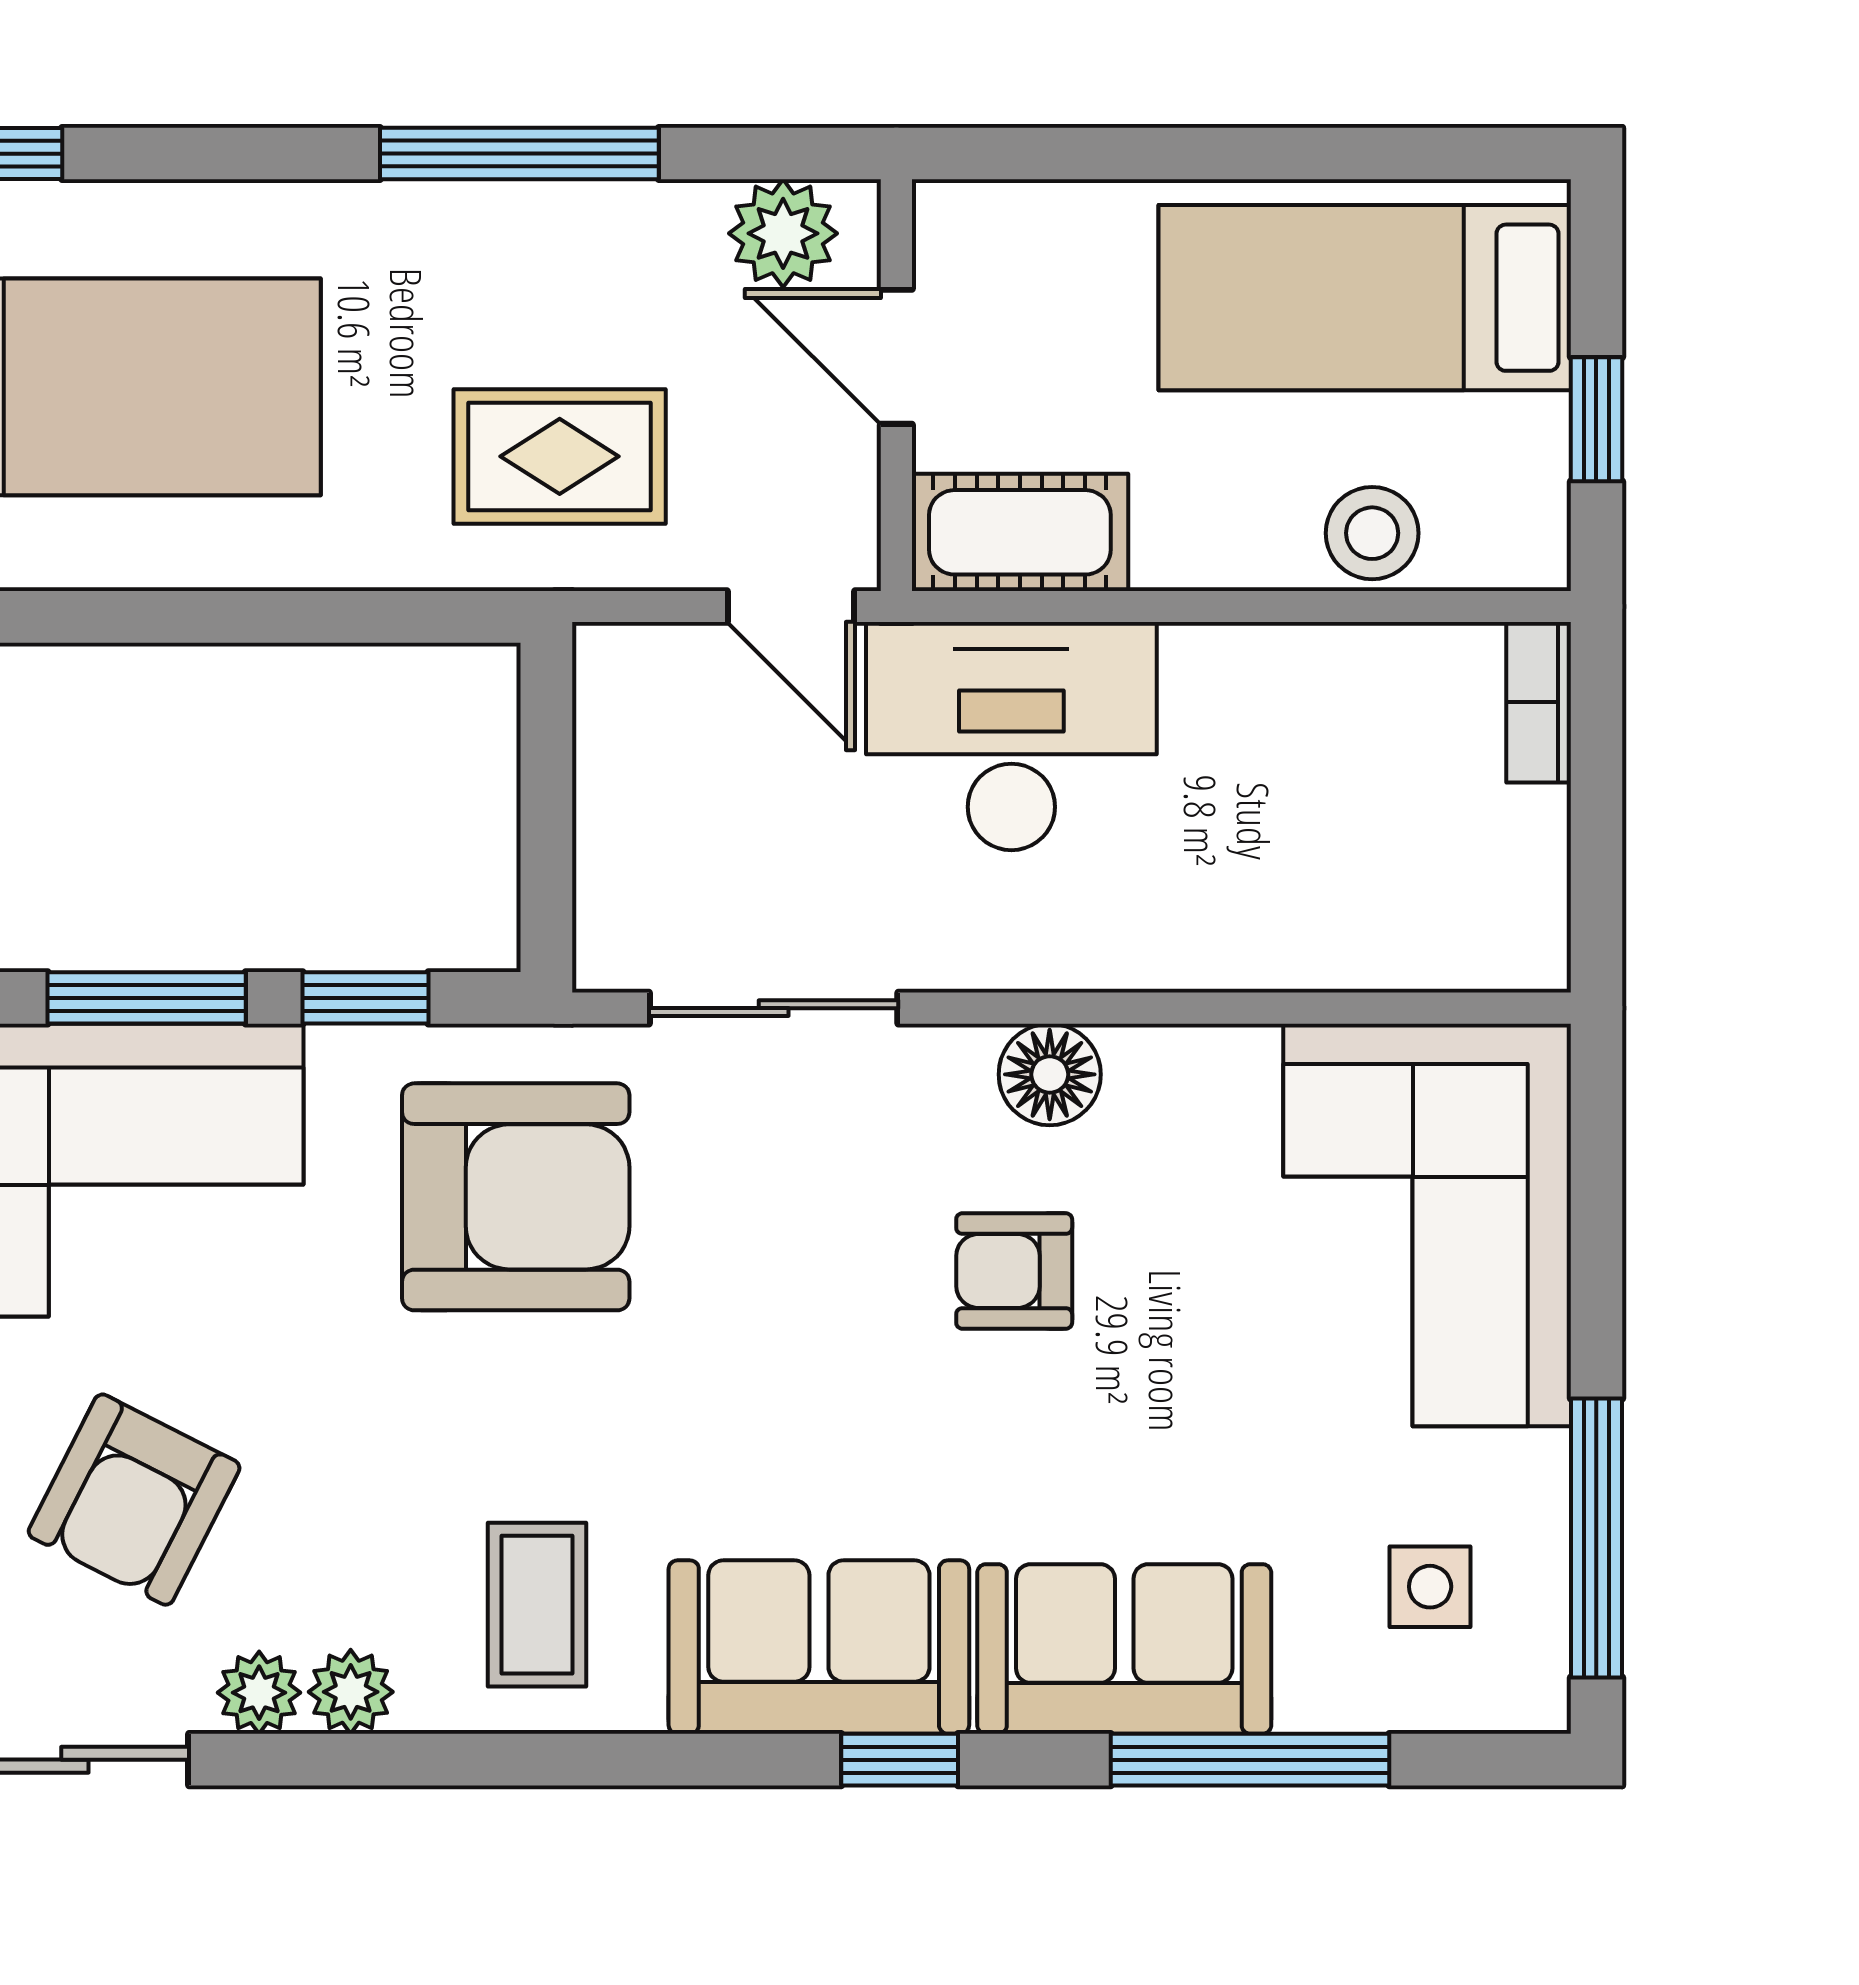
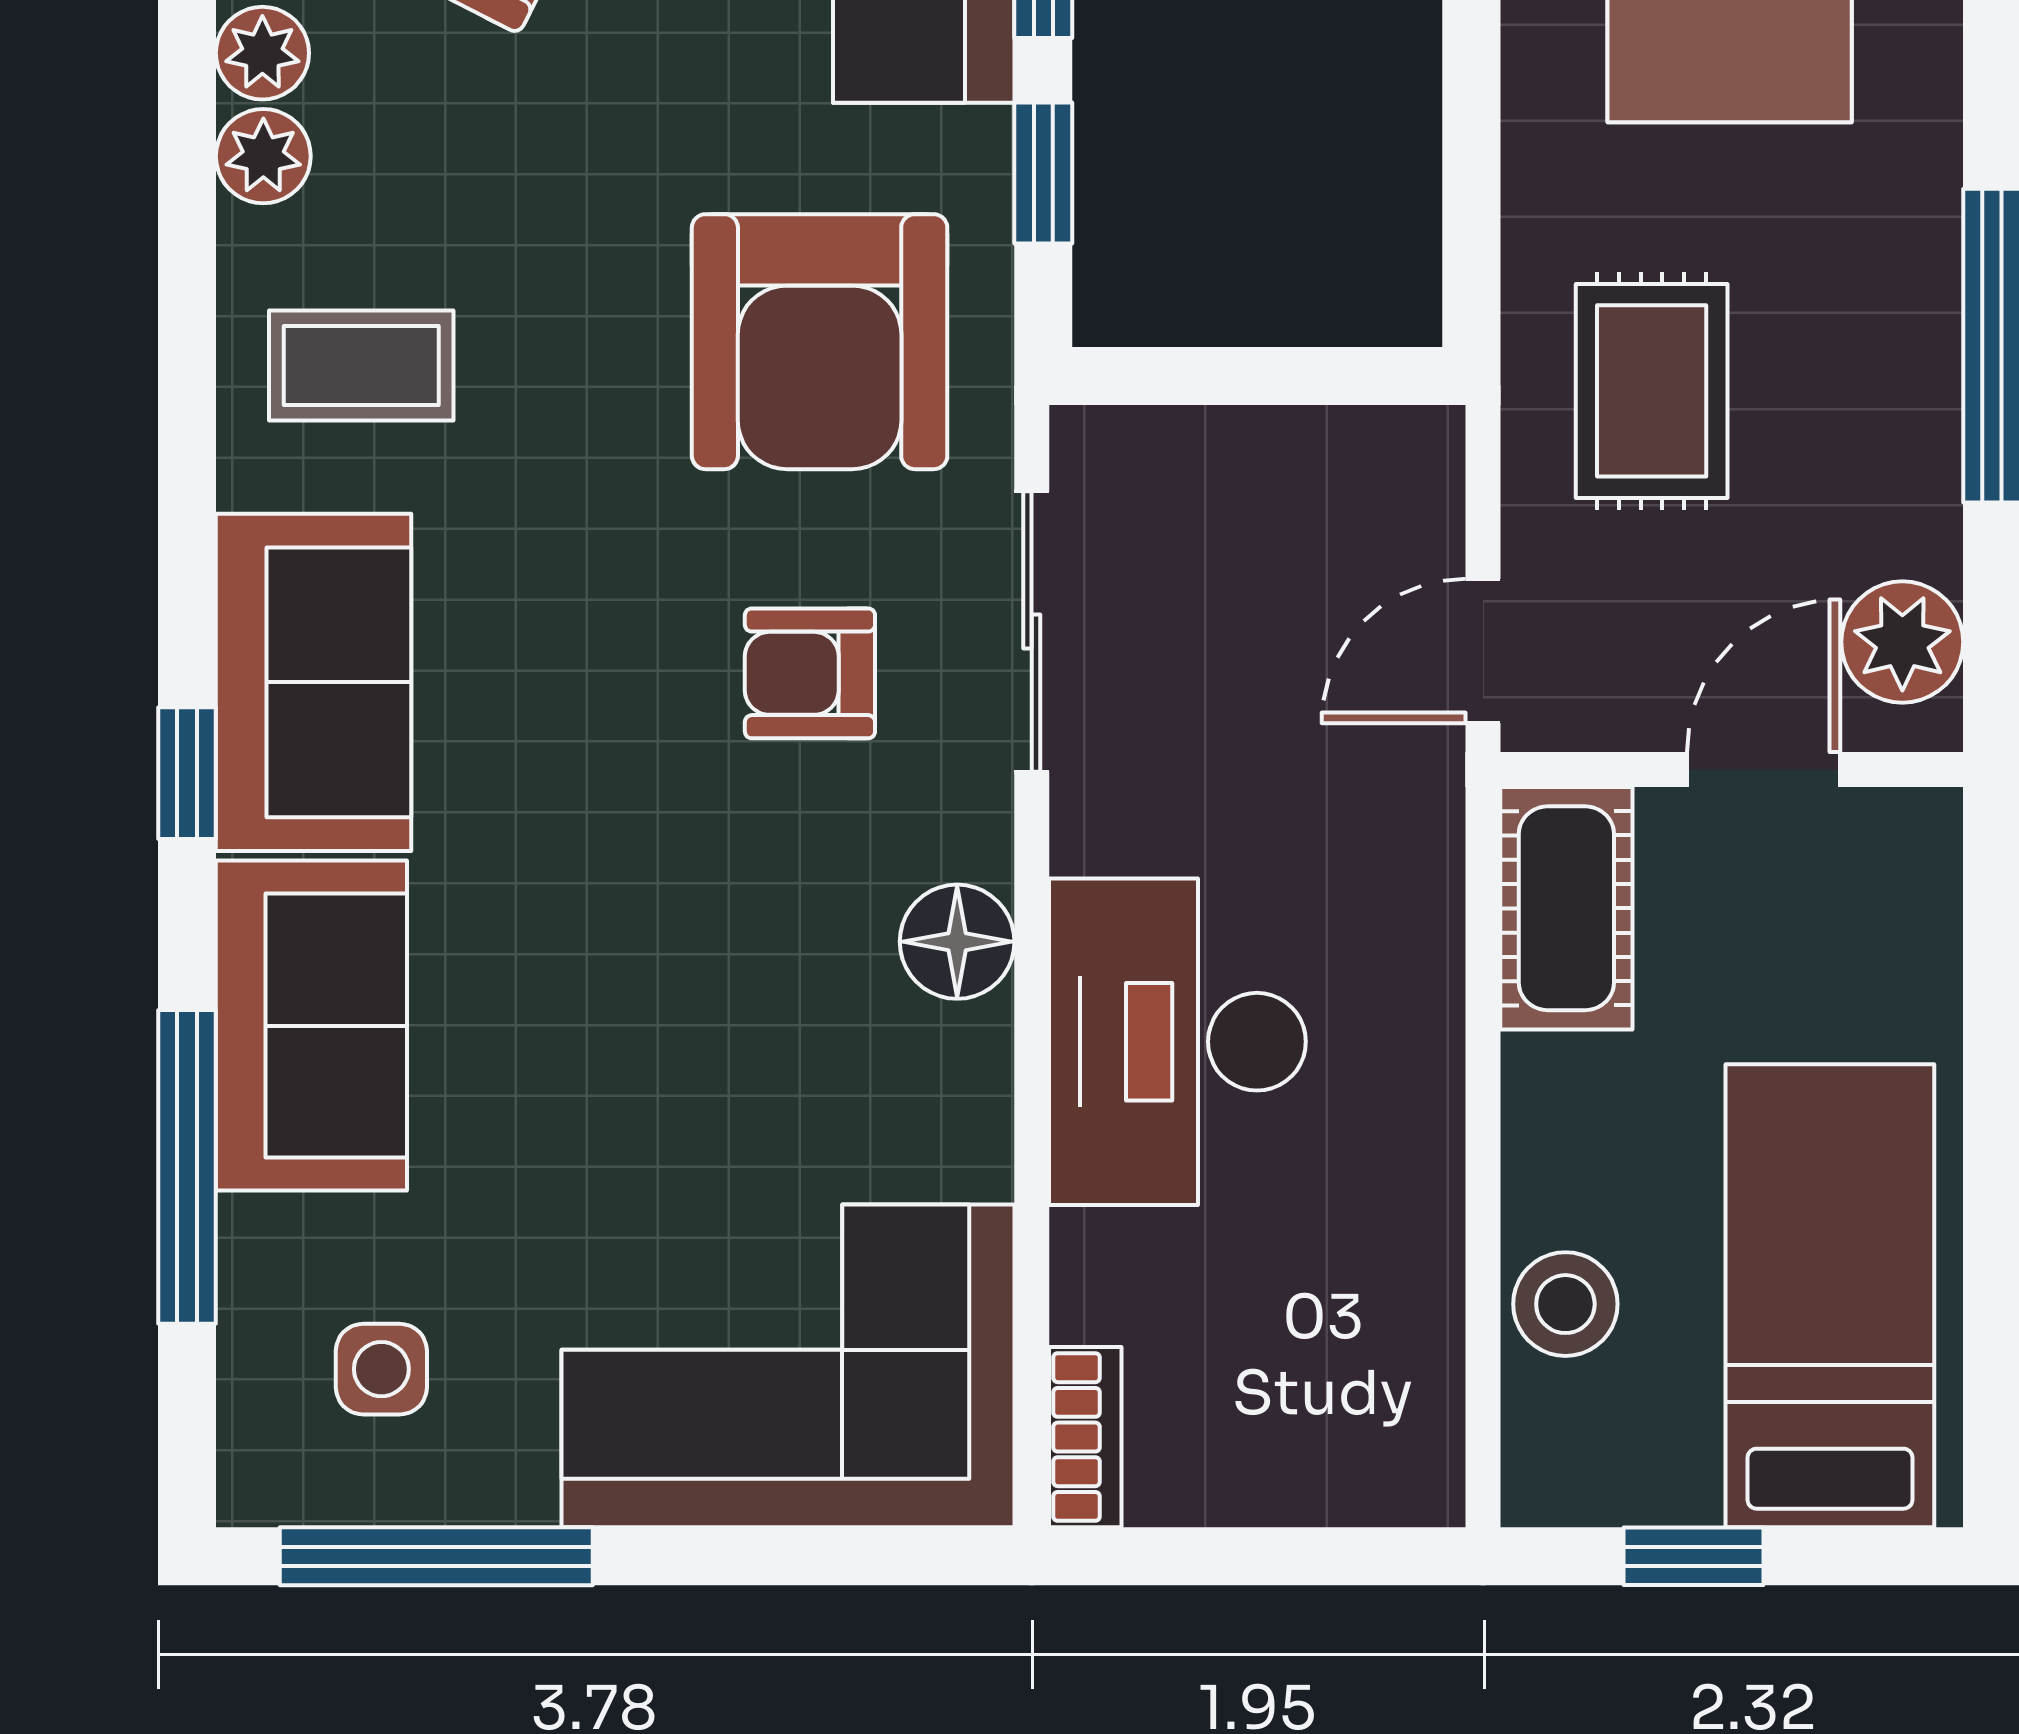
bookcase: (1539, 702) -> (1085, 1437), moved, turned 90
desk: (1011, 736) -> (1177, 1042), moved, turned 180
armchair: (1014, 1271) -> (810, 673), moved, turned -90

